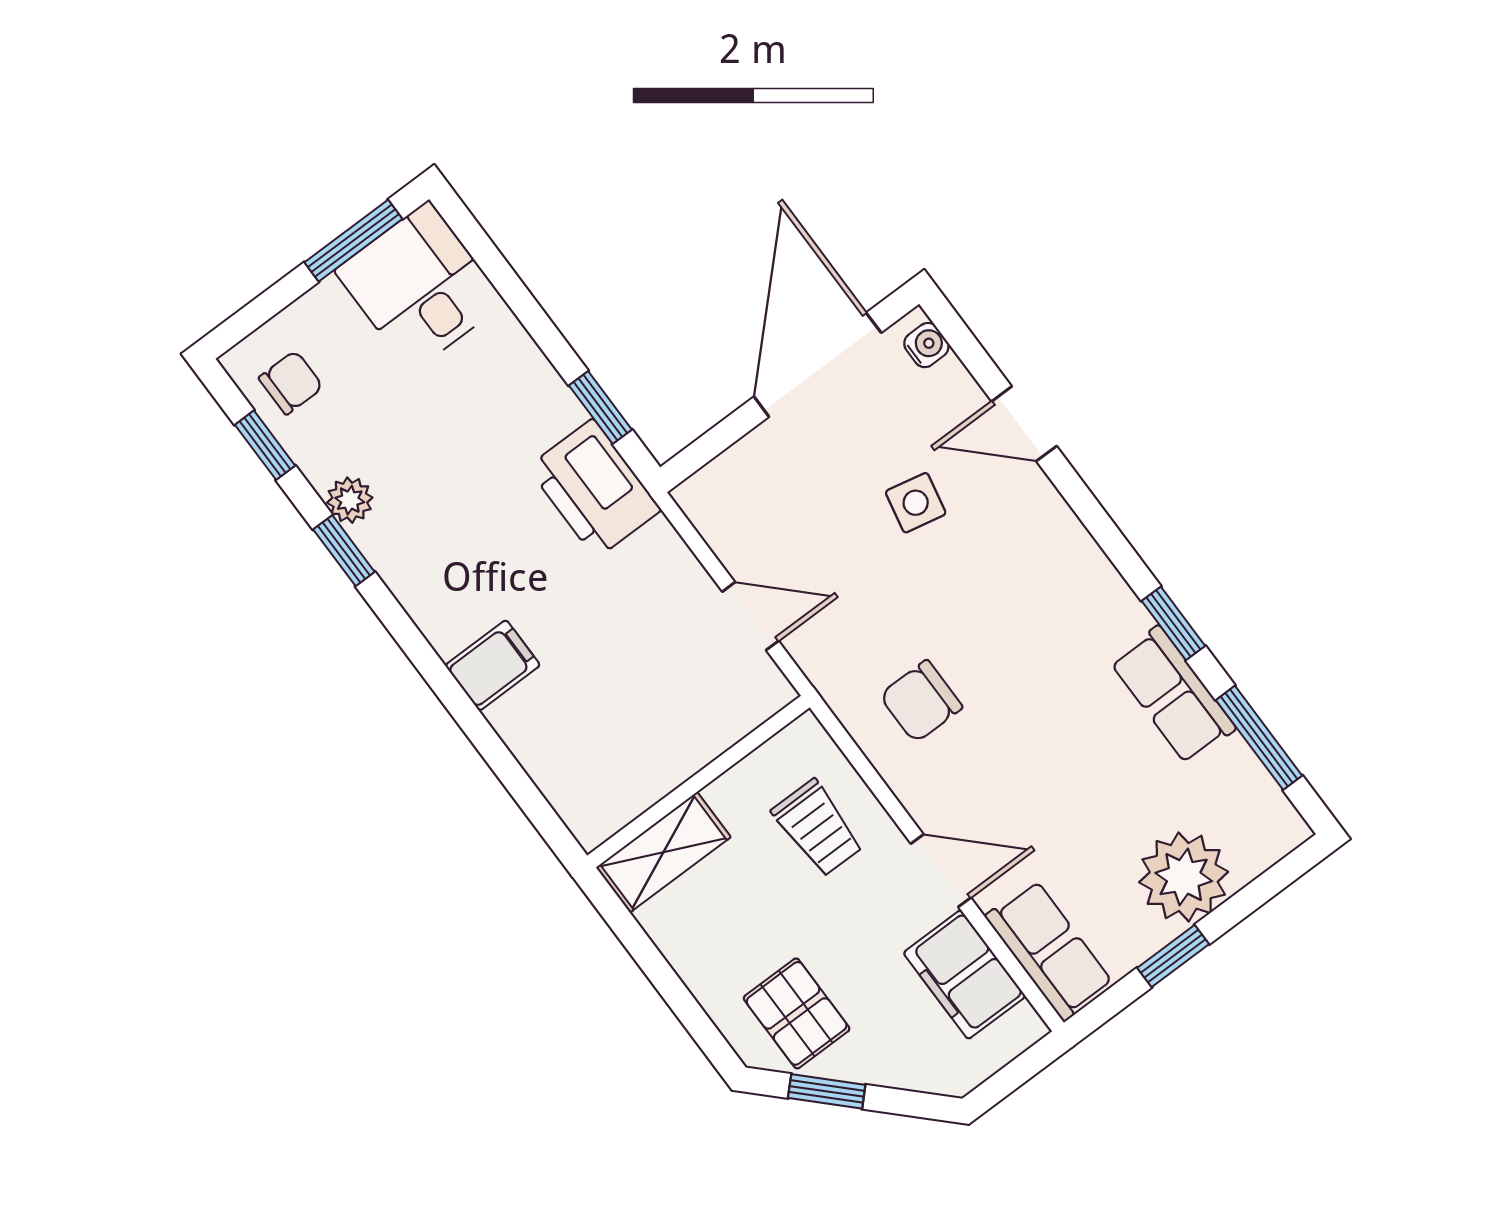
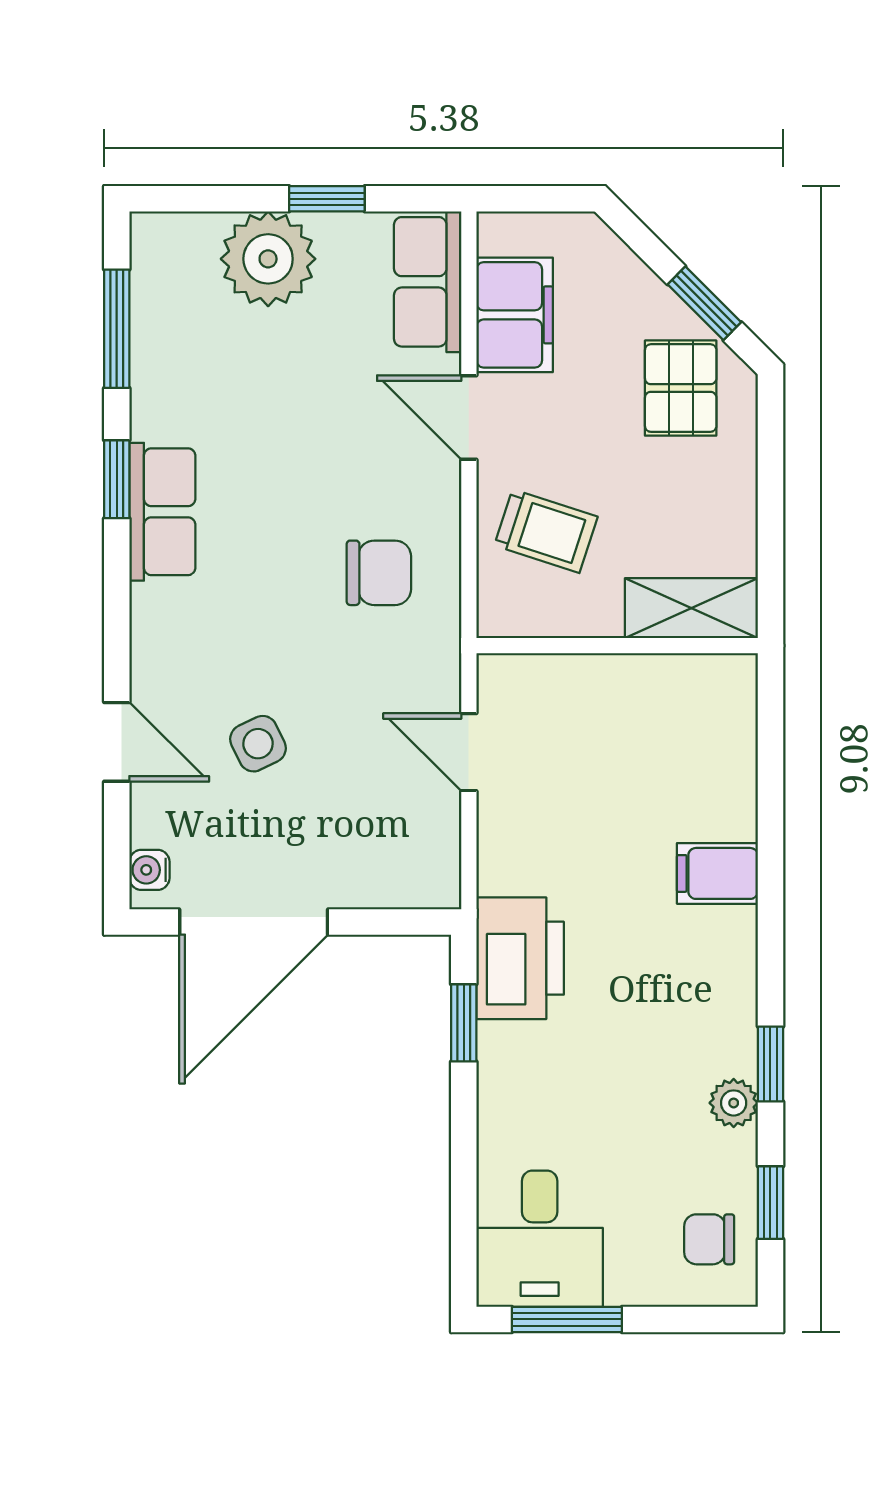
side table: (916, 503) -> (258, 744), turned -38
row of seats: (1173, 695) -> (162, 512), moved
trolley: (818, 828) -> (546, 531), turned 108

